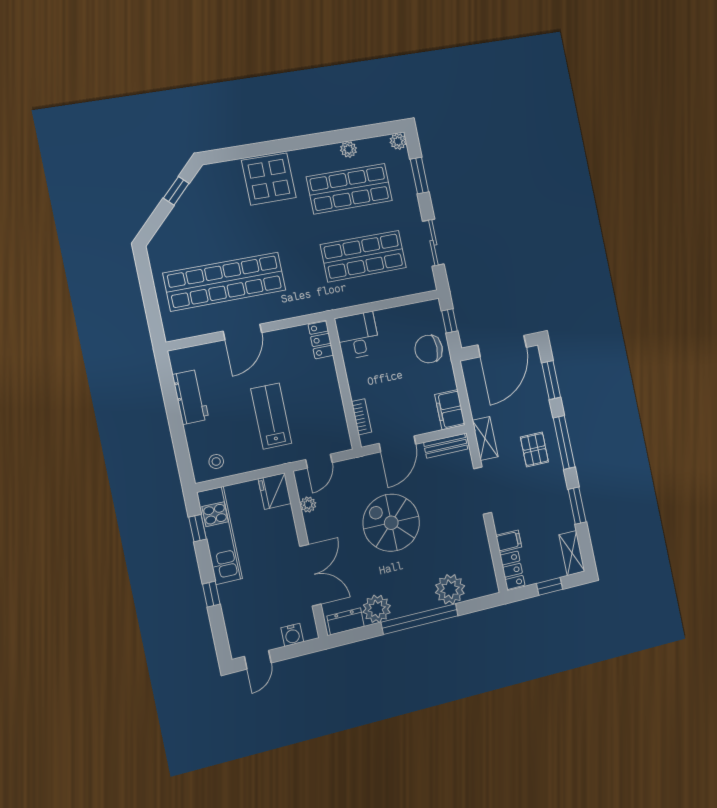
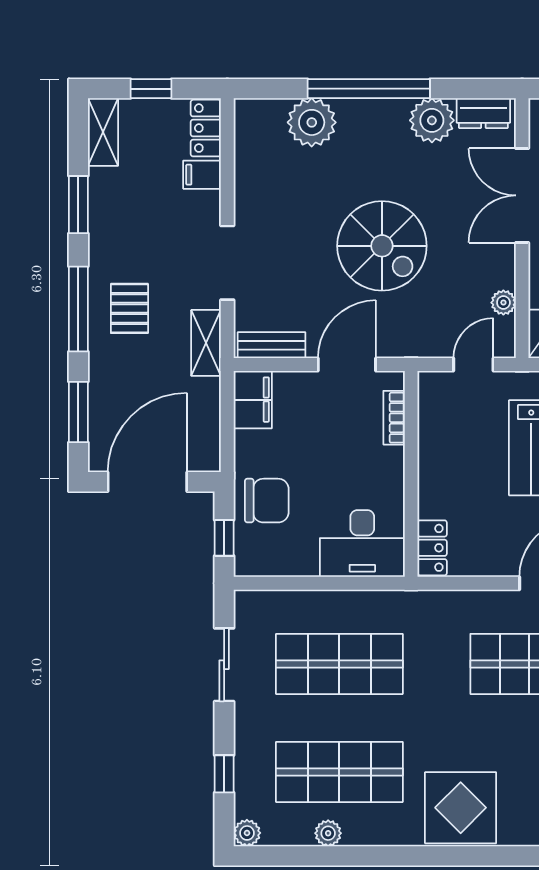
window: (419, 176) -> (224, 774), width x0.67
desk: (358, 335) -> (362, 543), width x1.37

